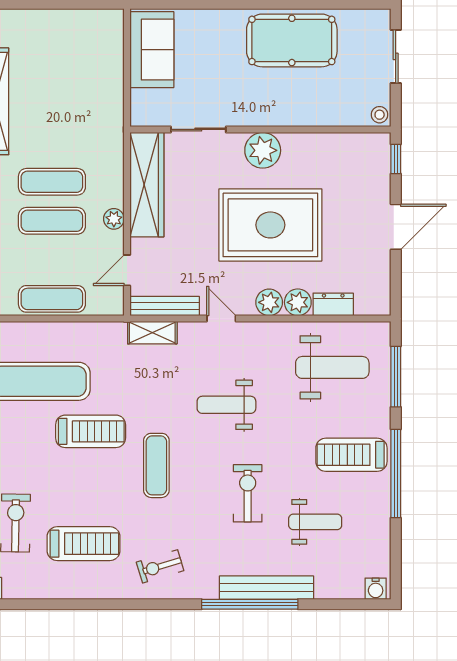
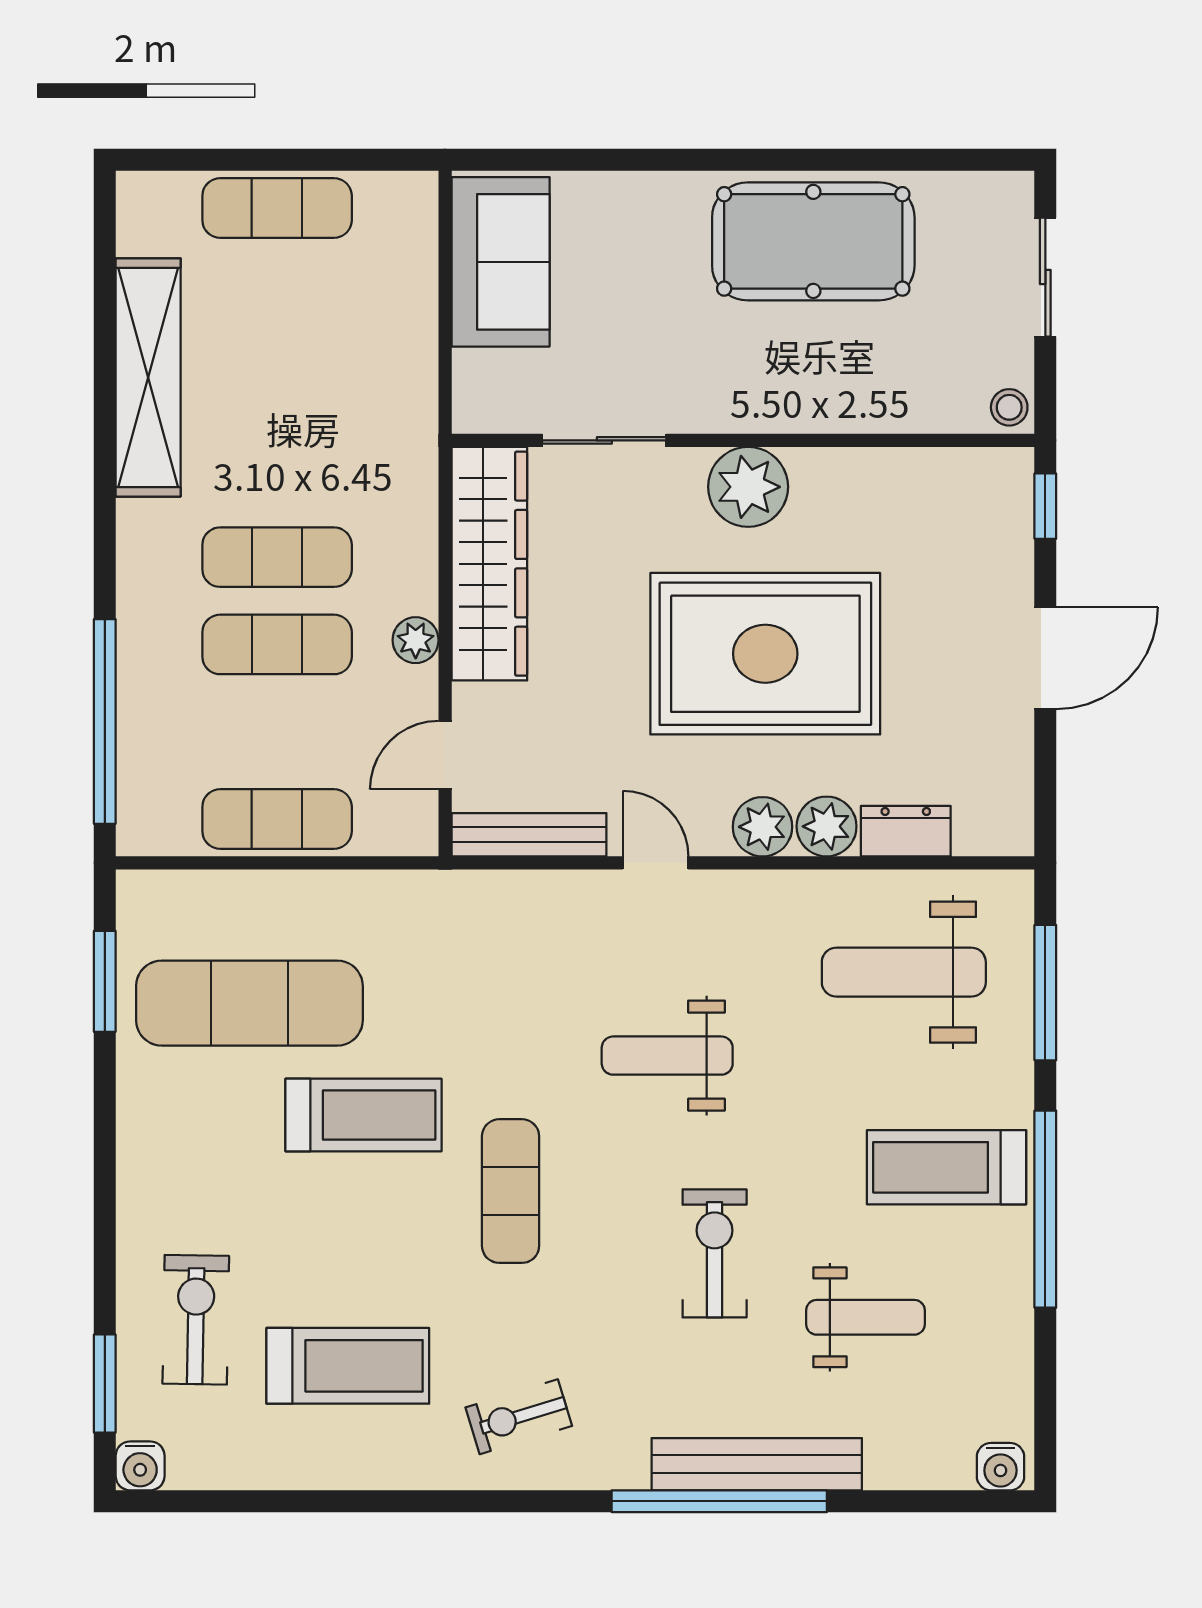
exercise mat: (52, 25) -> (277, 208), added
shelving: (152, 333) -> (501, 894), removed
weight bench: (332, 367) -> (904, 972), turned 180

